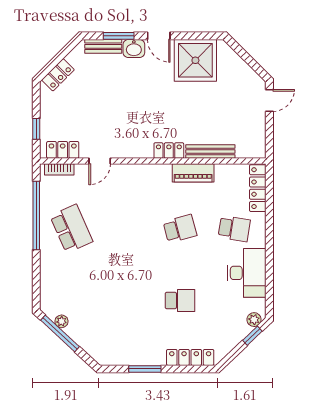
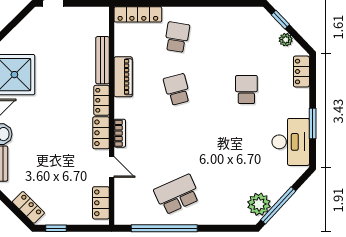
window: (36, 129) -> (56, 228), moved
locker: (135, 150) -> (101, 133), added
bookcase: (59, 169) -> (120, 133), moved
desk: (247, 273) -> (291, 142), moved, turned 90
plant: (254, 320) -> (286, 40), moved
plant: (61, 321) -> (259, 204), width x1.87, depth x1.87
locker: (190, 357) -> (301, 71), width x0.66

